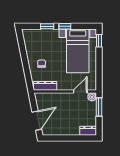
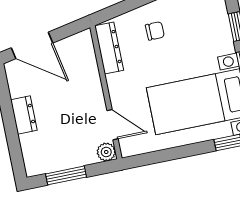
window: (99, 107) -> (66, 175), moved
dresser: (88, 131) -> (24, 115), moved

